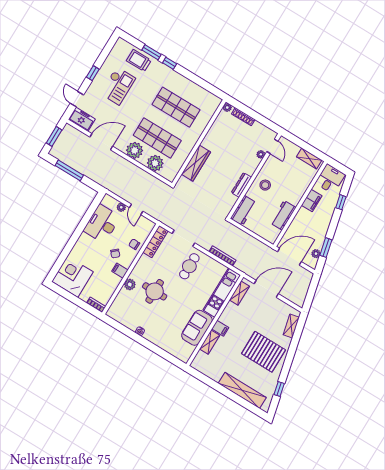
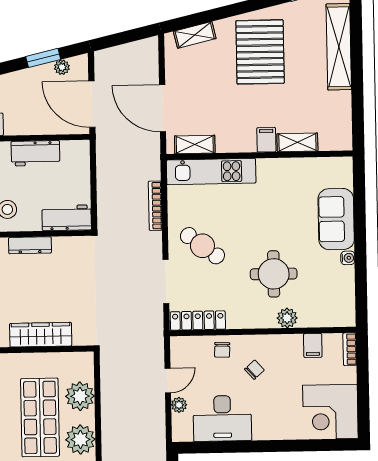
cafe table: (189, 266) -> (202, 246), turned 37
filing cabinet: (120, 271) -> (313, 345), moved
sofa: (197, 328) -> (336, 219), moved, turned 90

